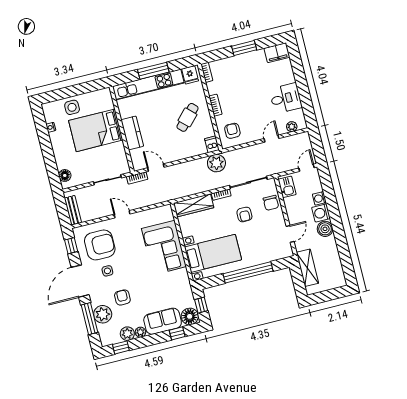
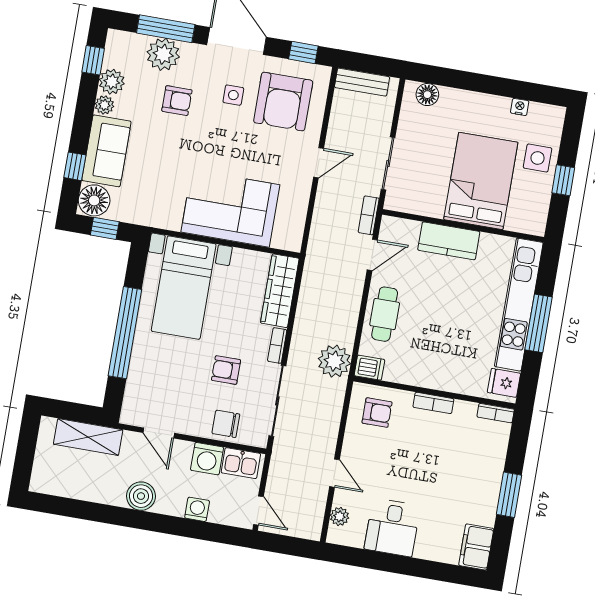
window: (77, 90) -> (563, 180), added
cafe table: (187, 117) -> (385, 314), moved, turned 46
washing machine: (321, 213) -> (207, 459), moved, turned 180

